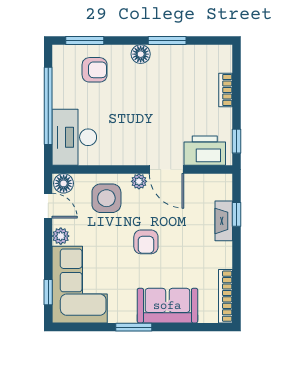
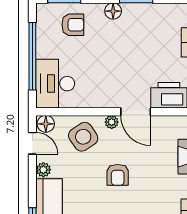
side table: (106, 198) -> (83, 137), turned -34

